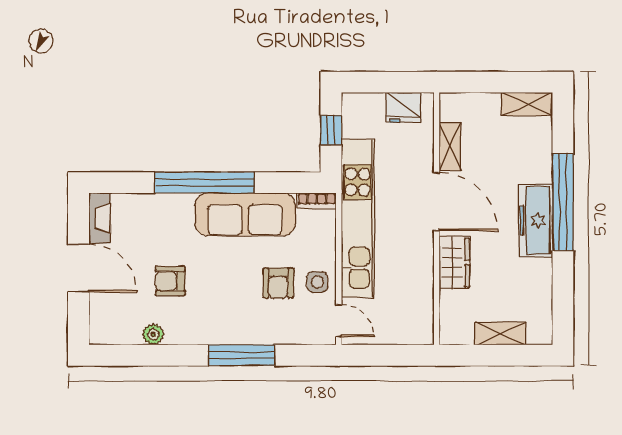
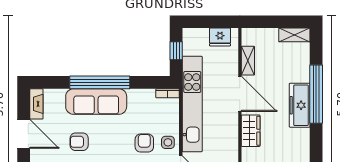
sofa: (245, 214) -> (96, 102), moved
armchair: (278, 283) -> (144, 143), turned 180

